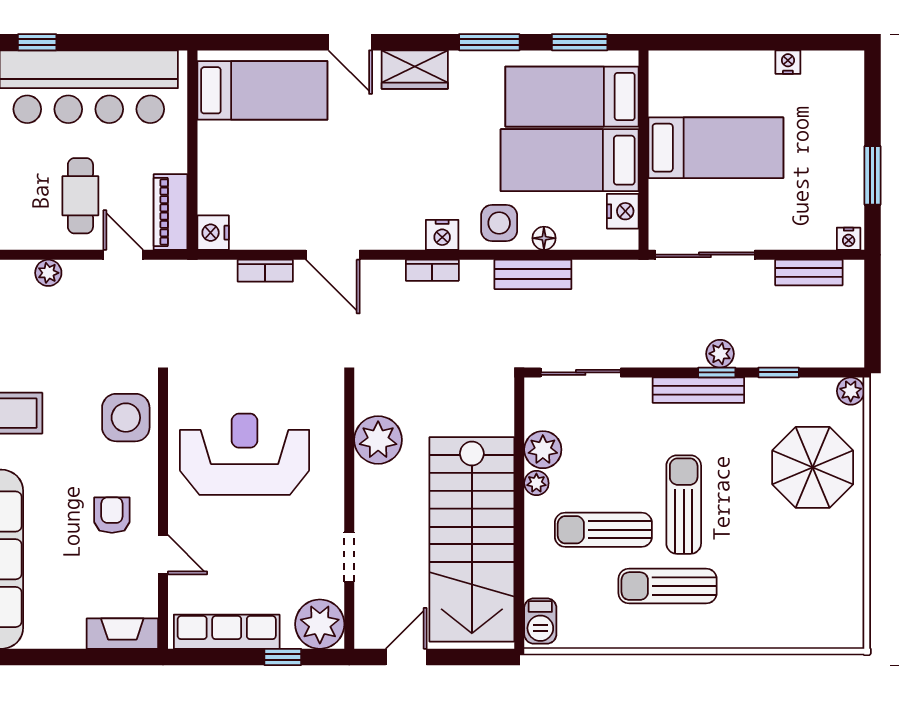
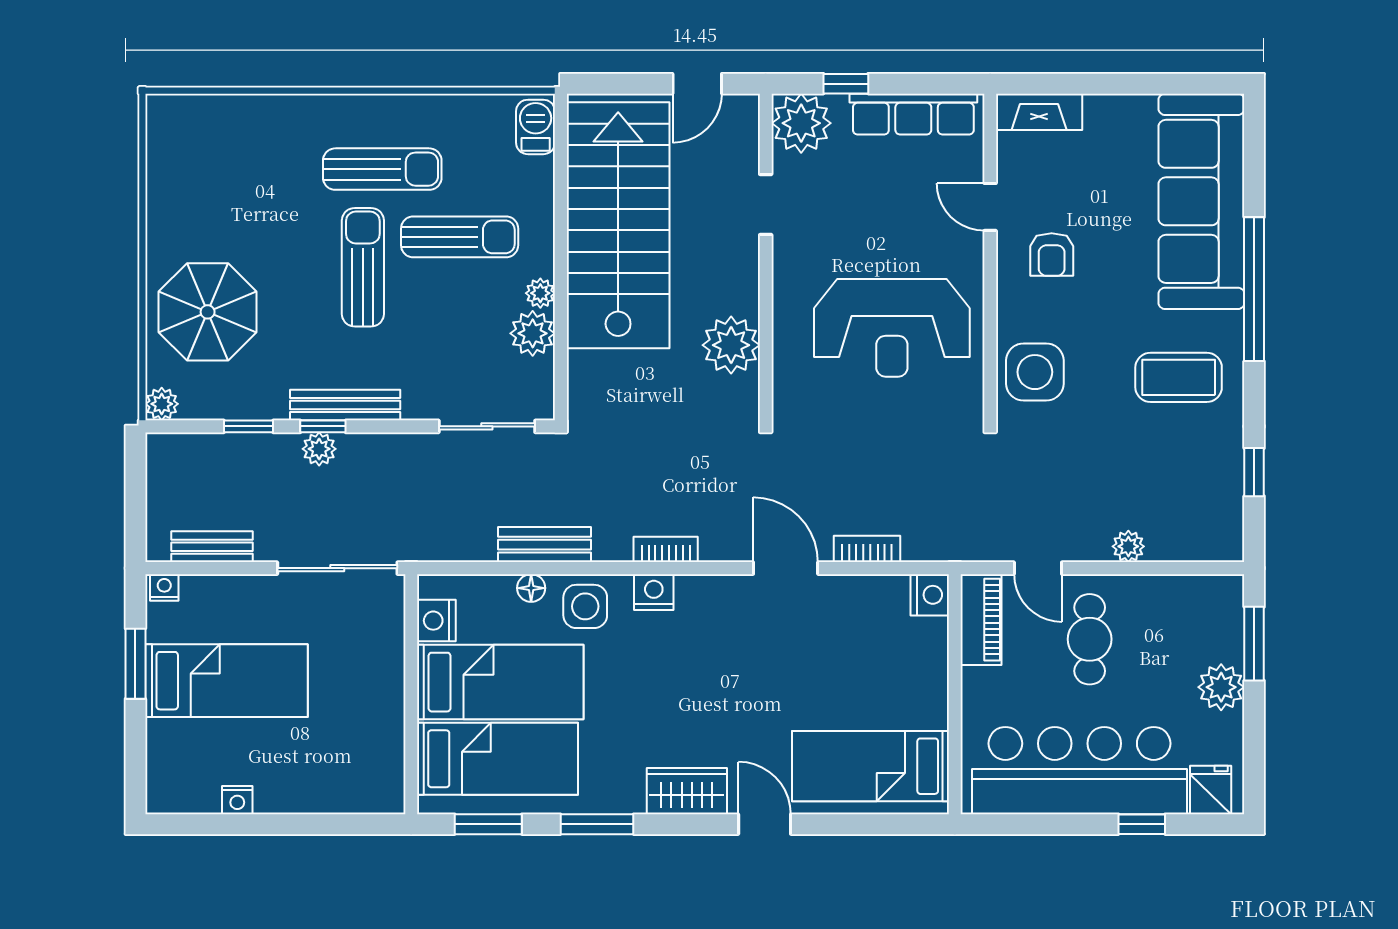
bed: (716, 148) -> (226, 681), moved, turned 180
sun lounger: (684, 505) -> (363, 267), turned 180

